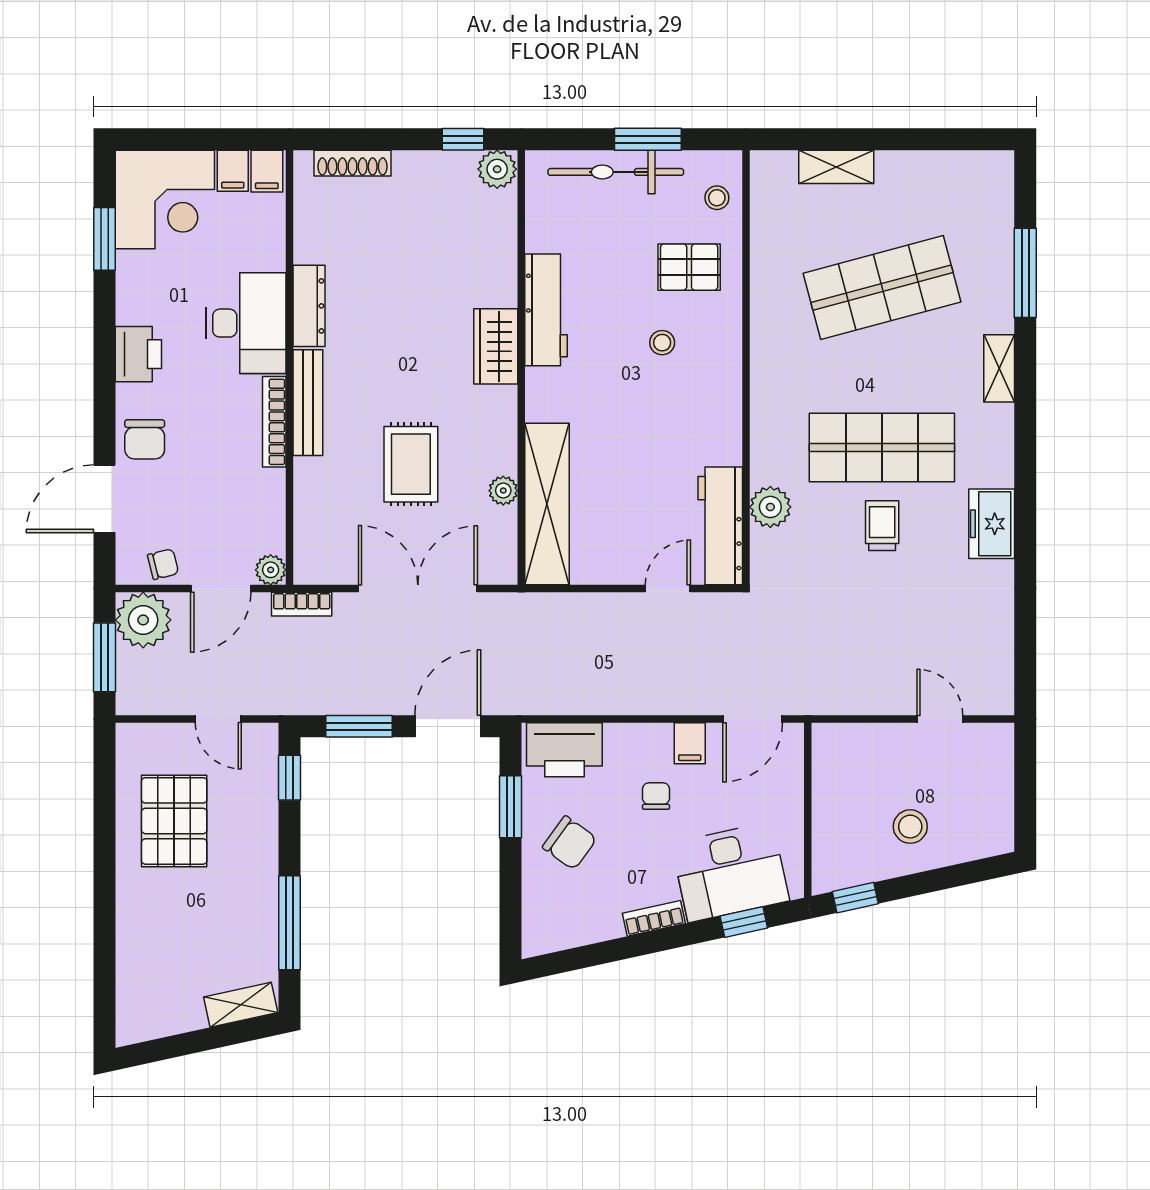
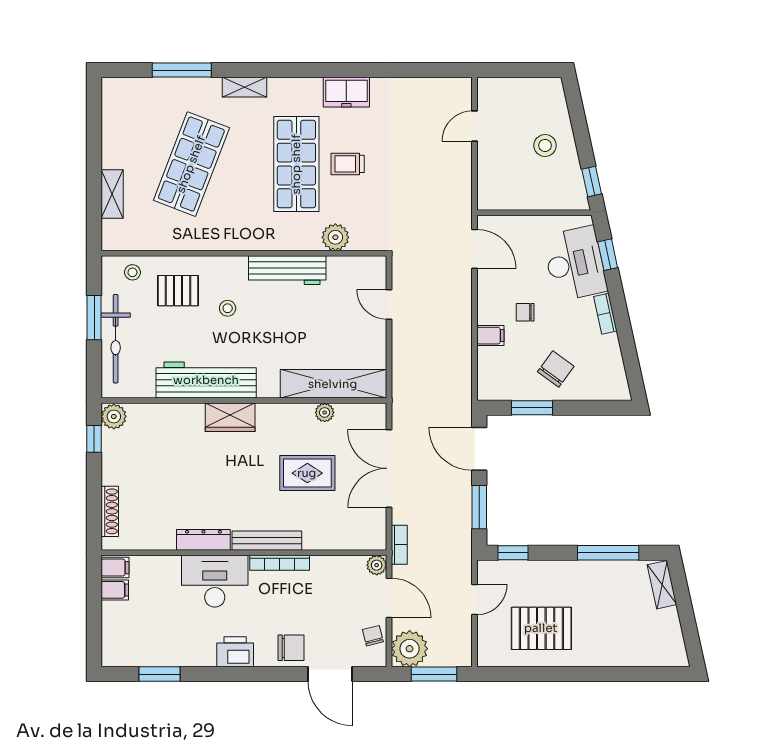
corner desk: (165, 200) -> (134, 634), removed
pallet: (689, 267) -> (178, 291), turned 90
shop shelf: (882, 288) -> (191, 164), turned 36
workbench: (546, 310) -> (206, 380), width x1.36, depth x1.32
workbench: (720, 526) -> (287, 270), moved
filing cabinet: (690, 743) -> (490, 336), moved
printer: (564, 750) -> (495, 372), removed

